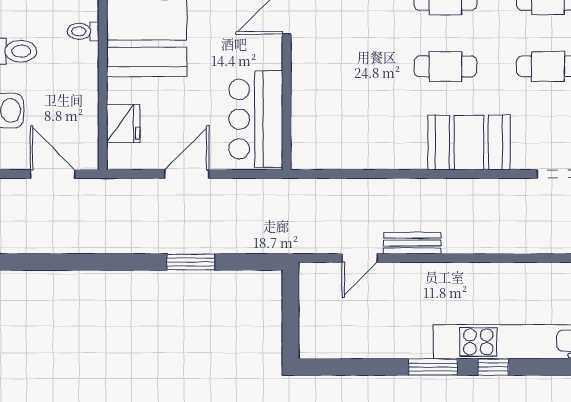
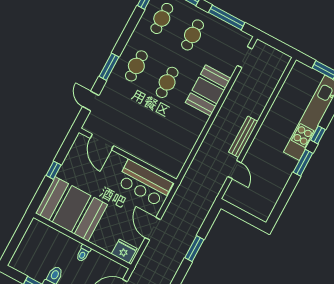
toilet: (83, 31) -> (83, 253), moved
fridge: (123, 123) -> (124, 251), moved
bench: (412, 243) -> (243, 137), width x1.36

